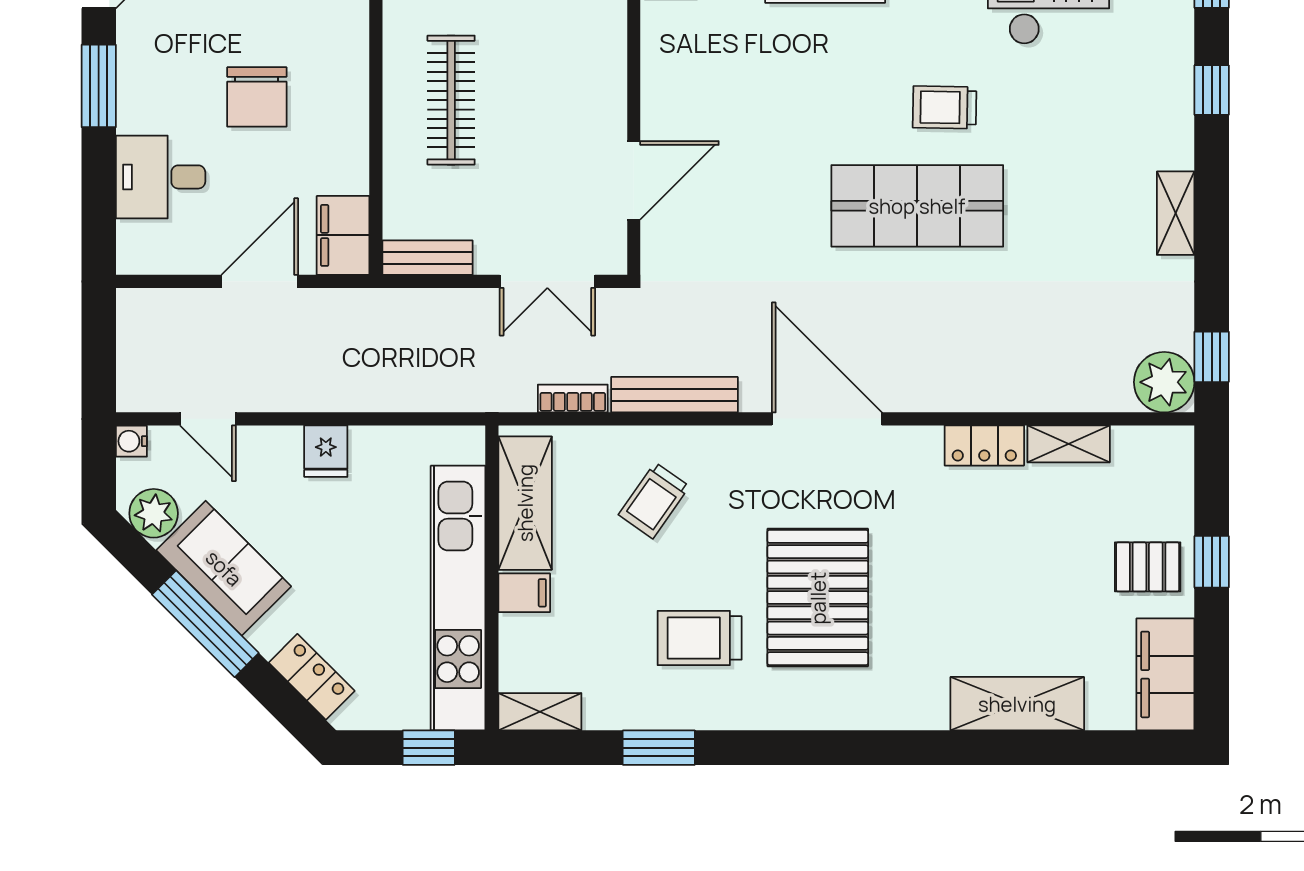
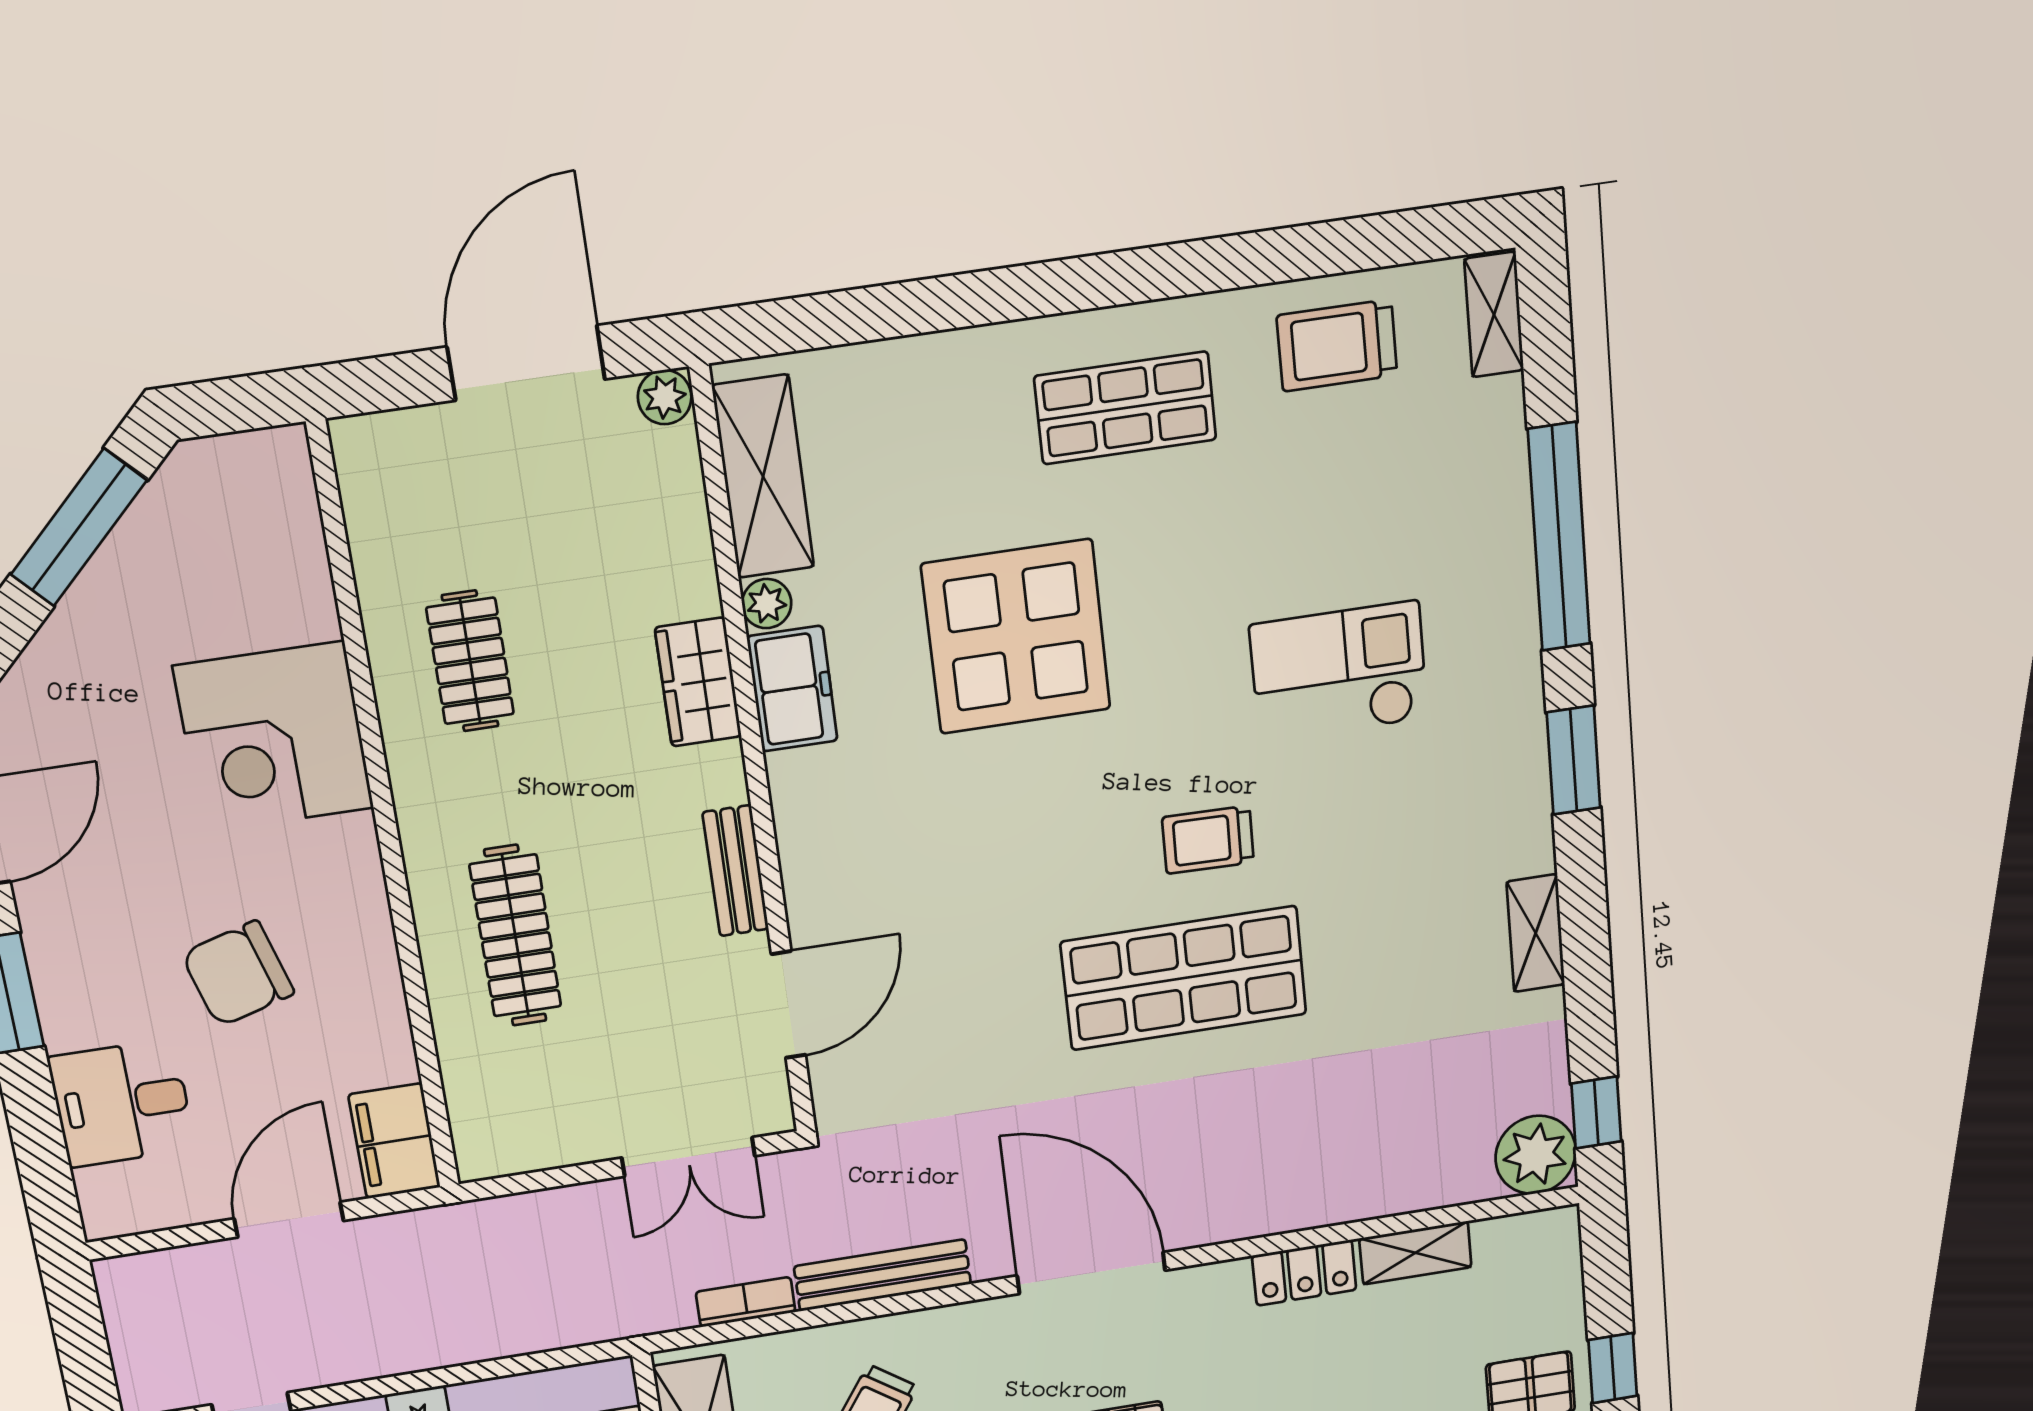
window: (1212, 90) -> (1574, 760), width x1.50
chair: (257, 97) -> (238, 974), turned 74
bench: (427, 258) -> (736, 871), moved, turned 90

